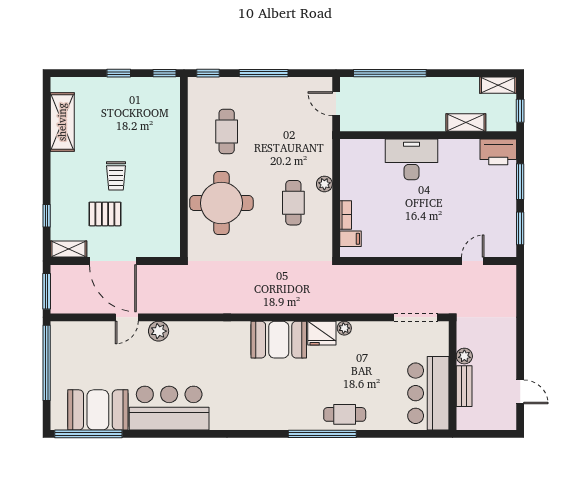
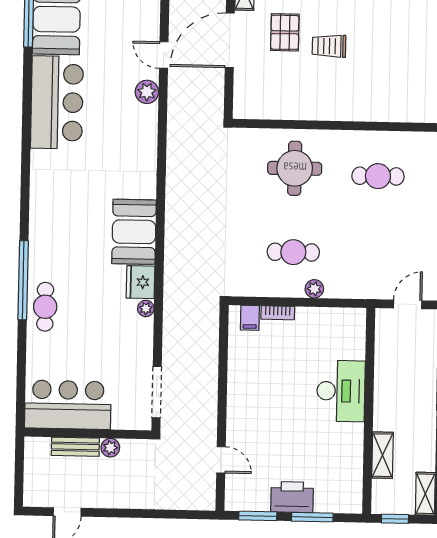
printer: (498, 152) -> (292, 497), moved, turned 90
round table: (221, 203) -> (295, 168), width x0.73, depth x0.73

